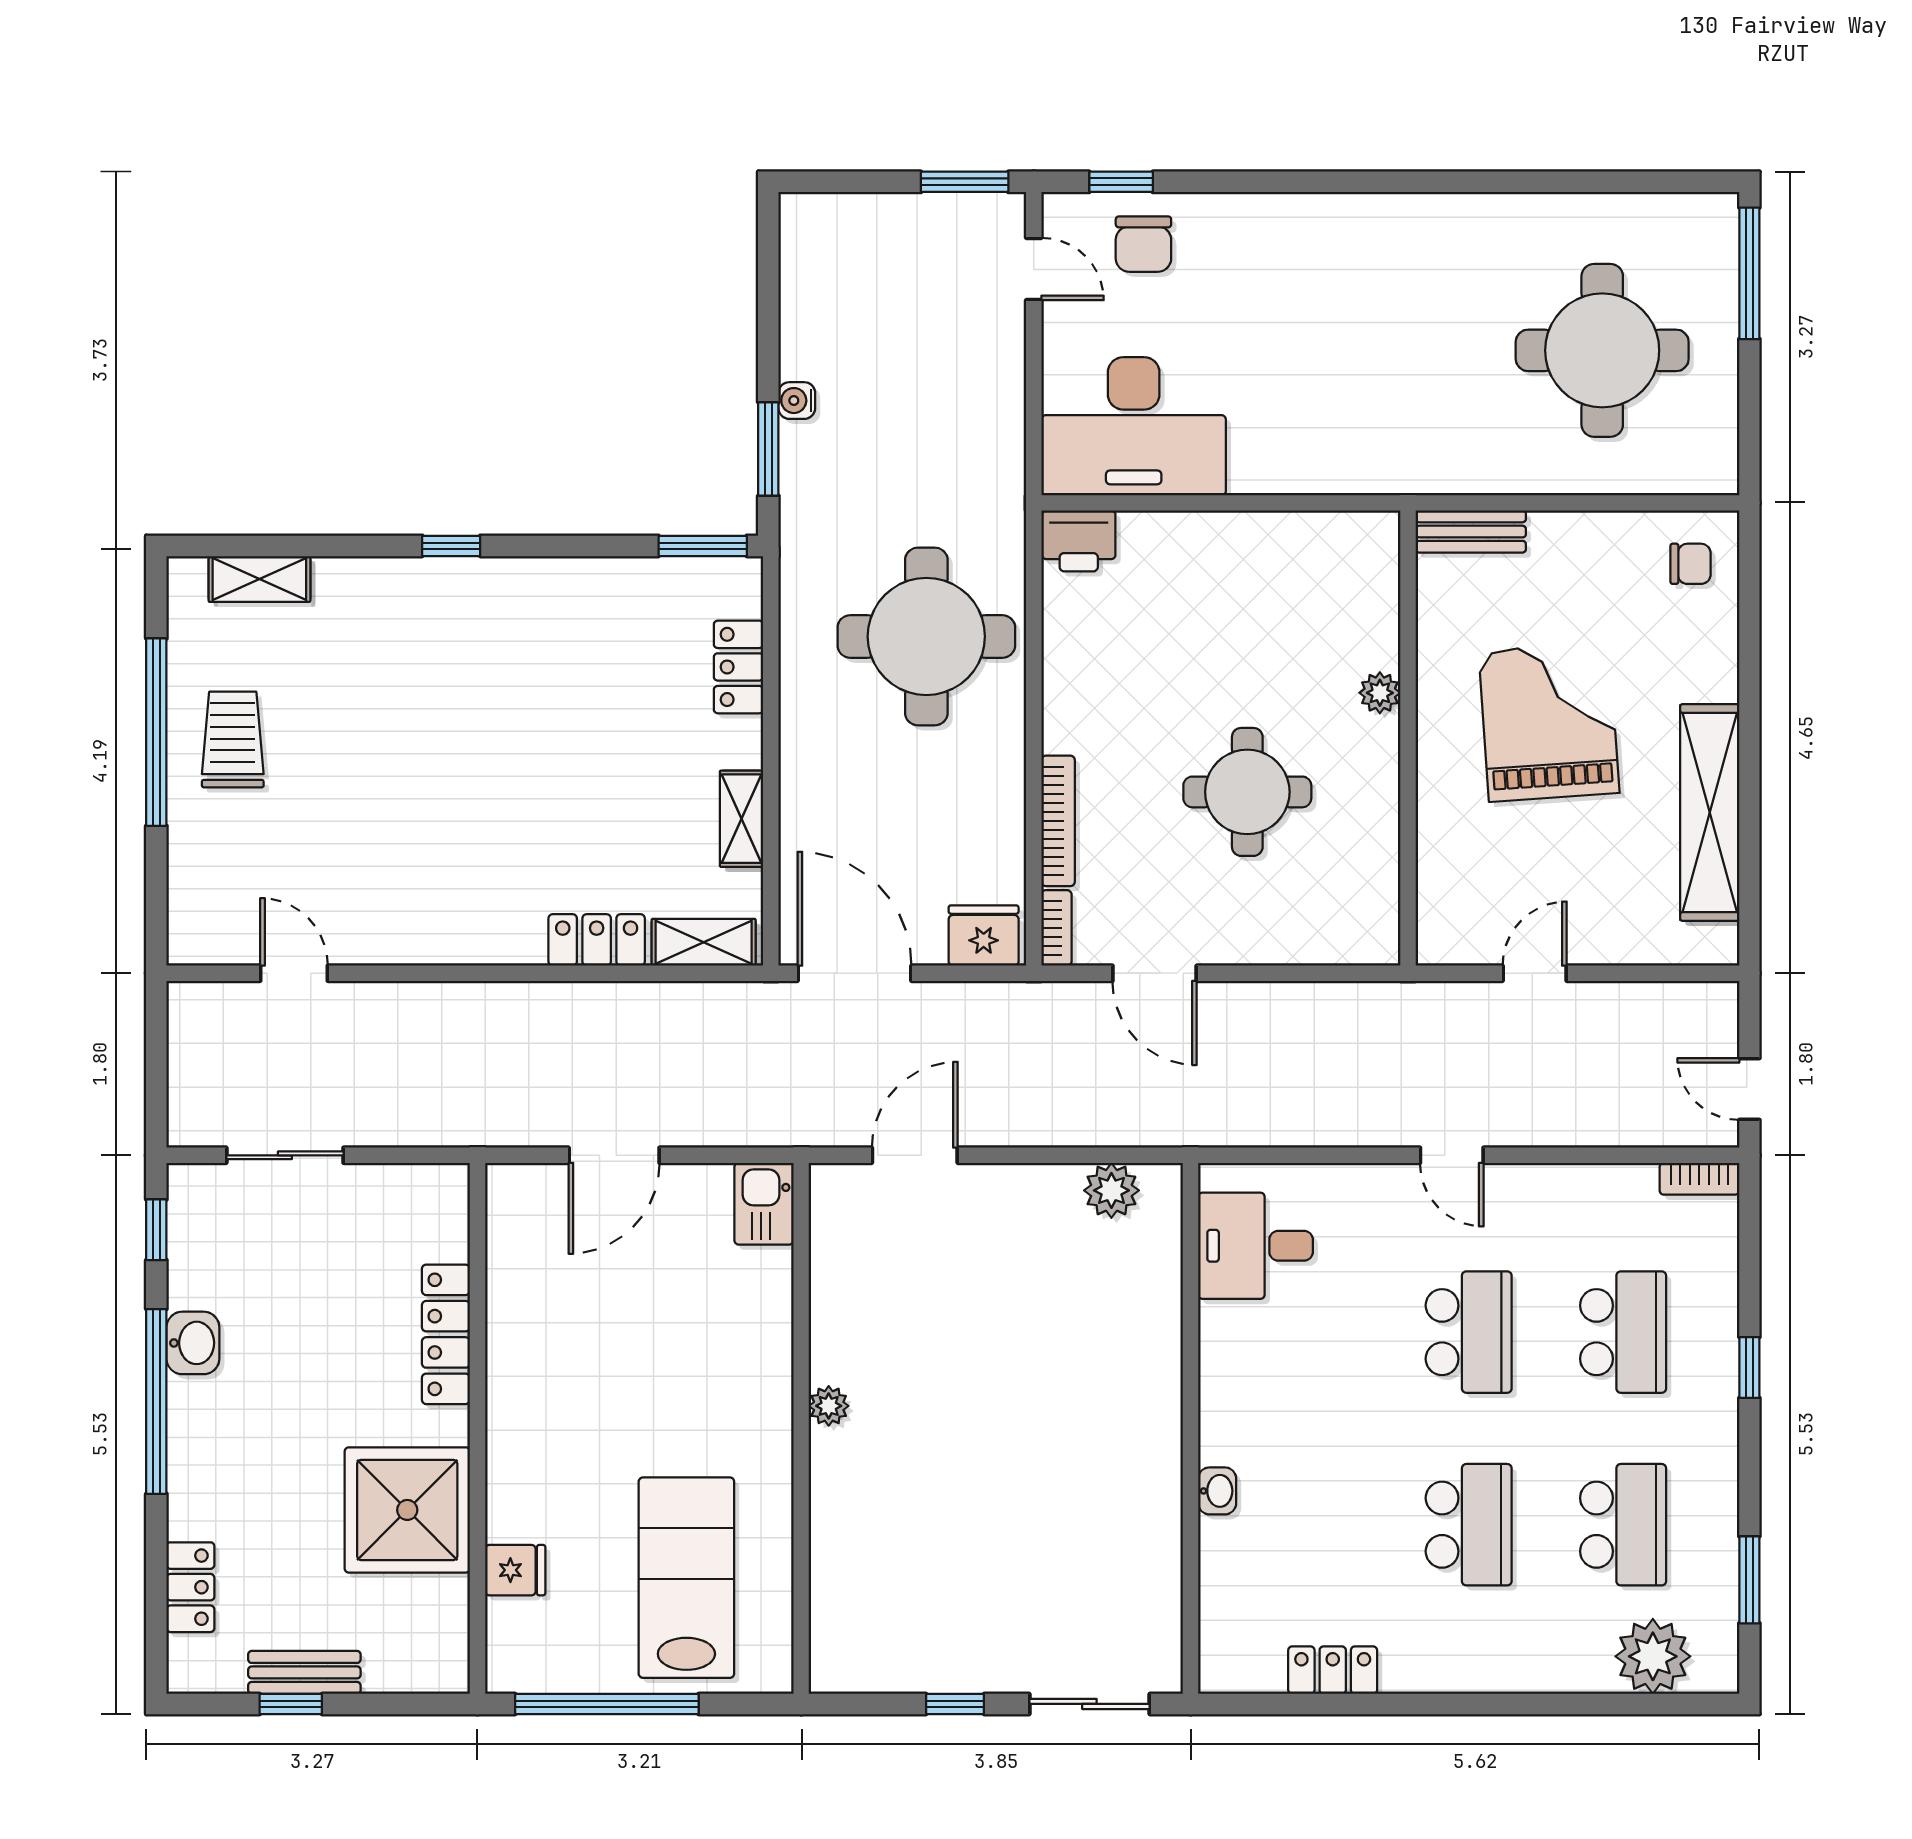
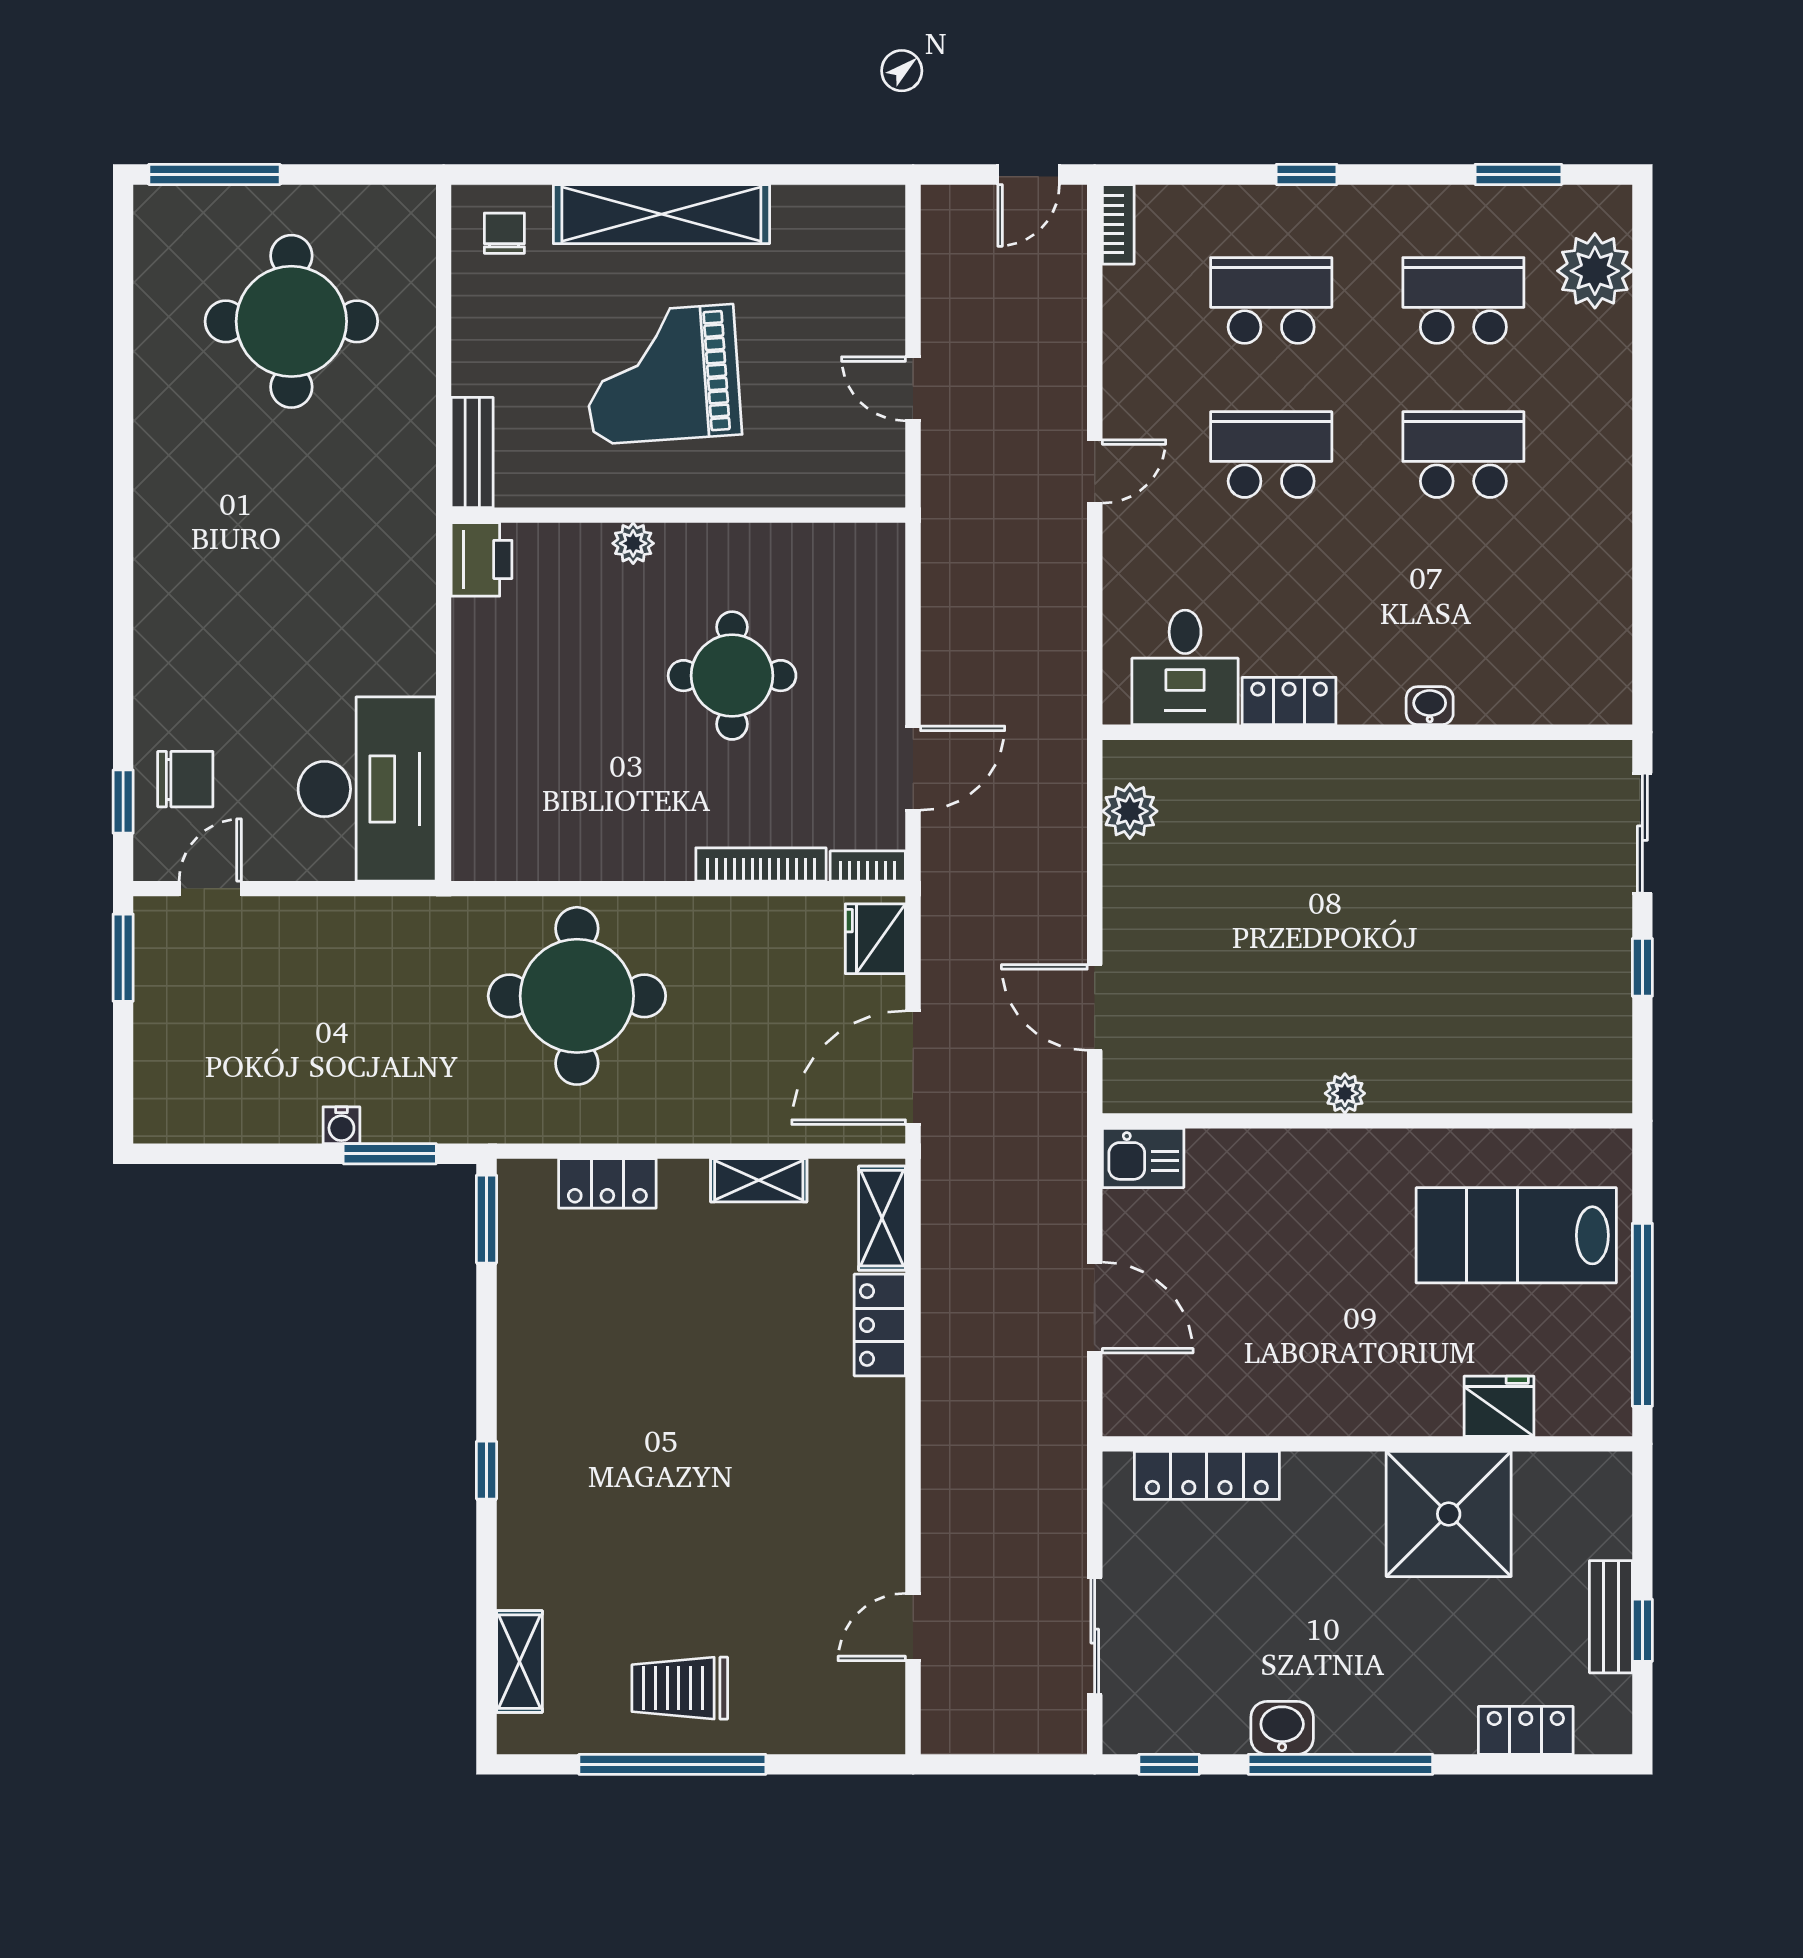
printer: (1079, 541) -> (482, 559), moved
shelving: (1710, 813) -> (661, 214), moved
locker: (446, 1334) -> (1207, 1475), moved
fridge: (515, 1570) -> (1499, 1406), width x1.38
locker: (1333, 1670) -> (1289, 701), moved, turned 90

